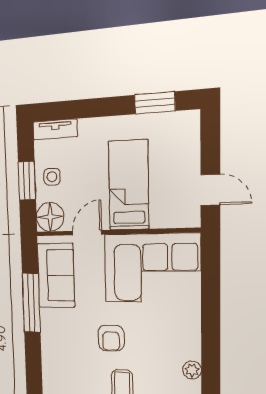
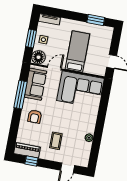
armchair: (111, 338) -> (35, 117), moved

